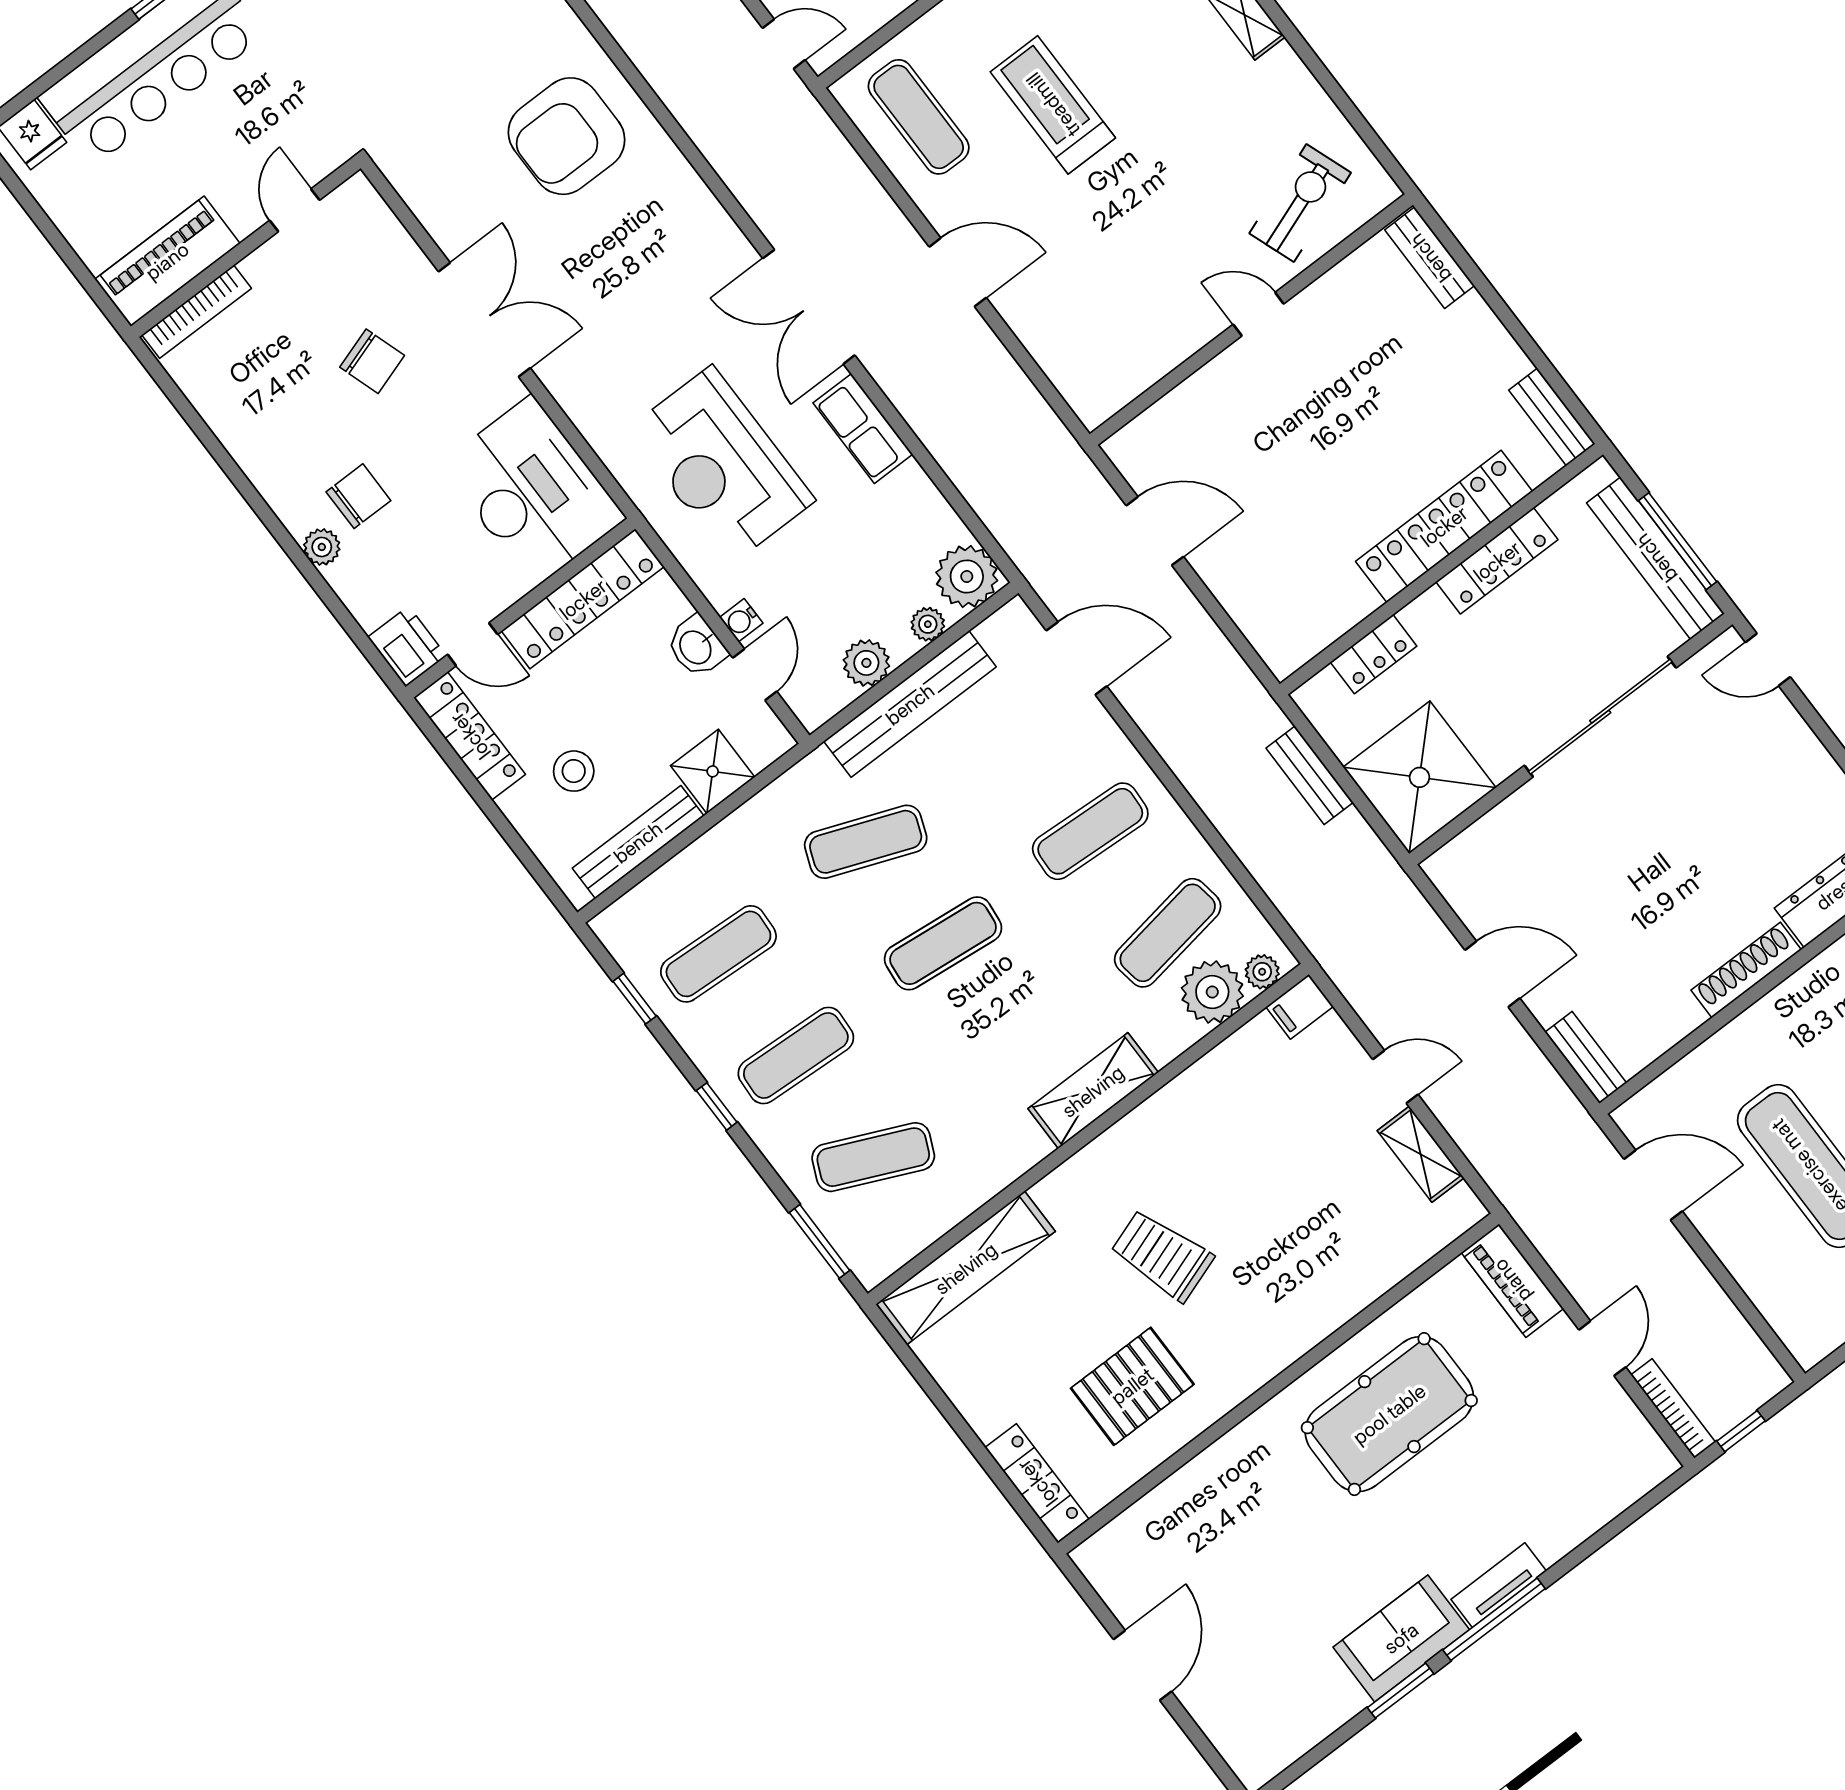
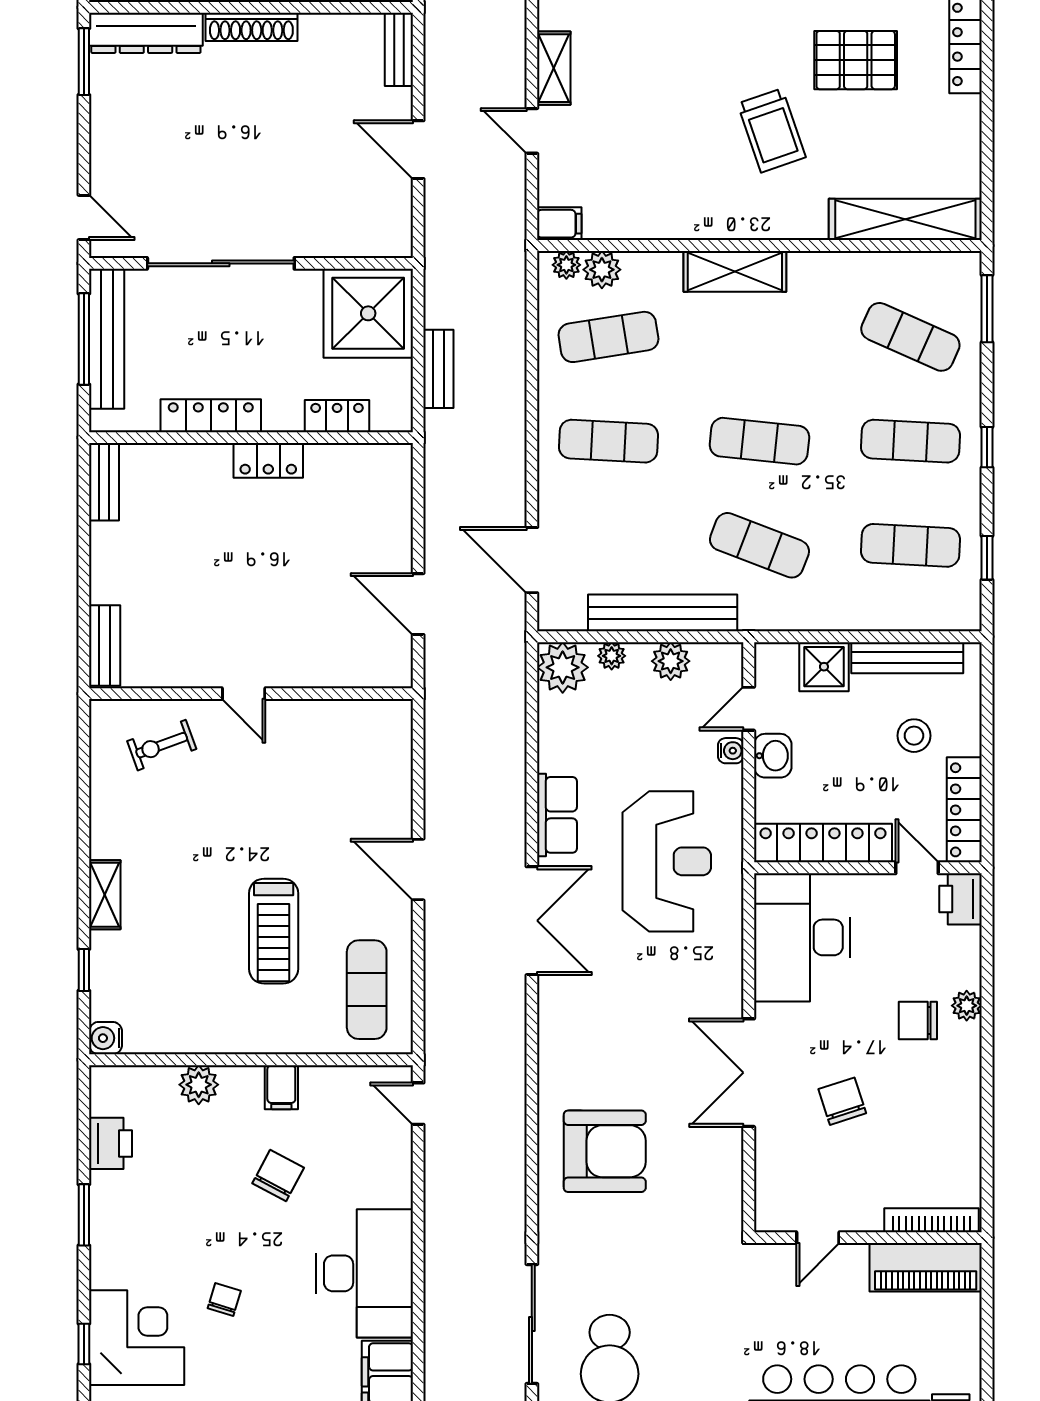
exercise bike: (1300, 203) -> (162, 745), width x0.73, depth x0.72
locker: (1444, 526) -> (268, 460), width x0.46, depth x0.83
plant: (1212, 992) -> (602, 270), width x0.73, depth x0.73

